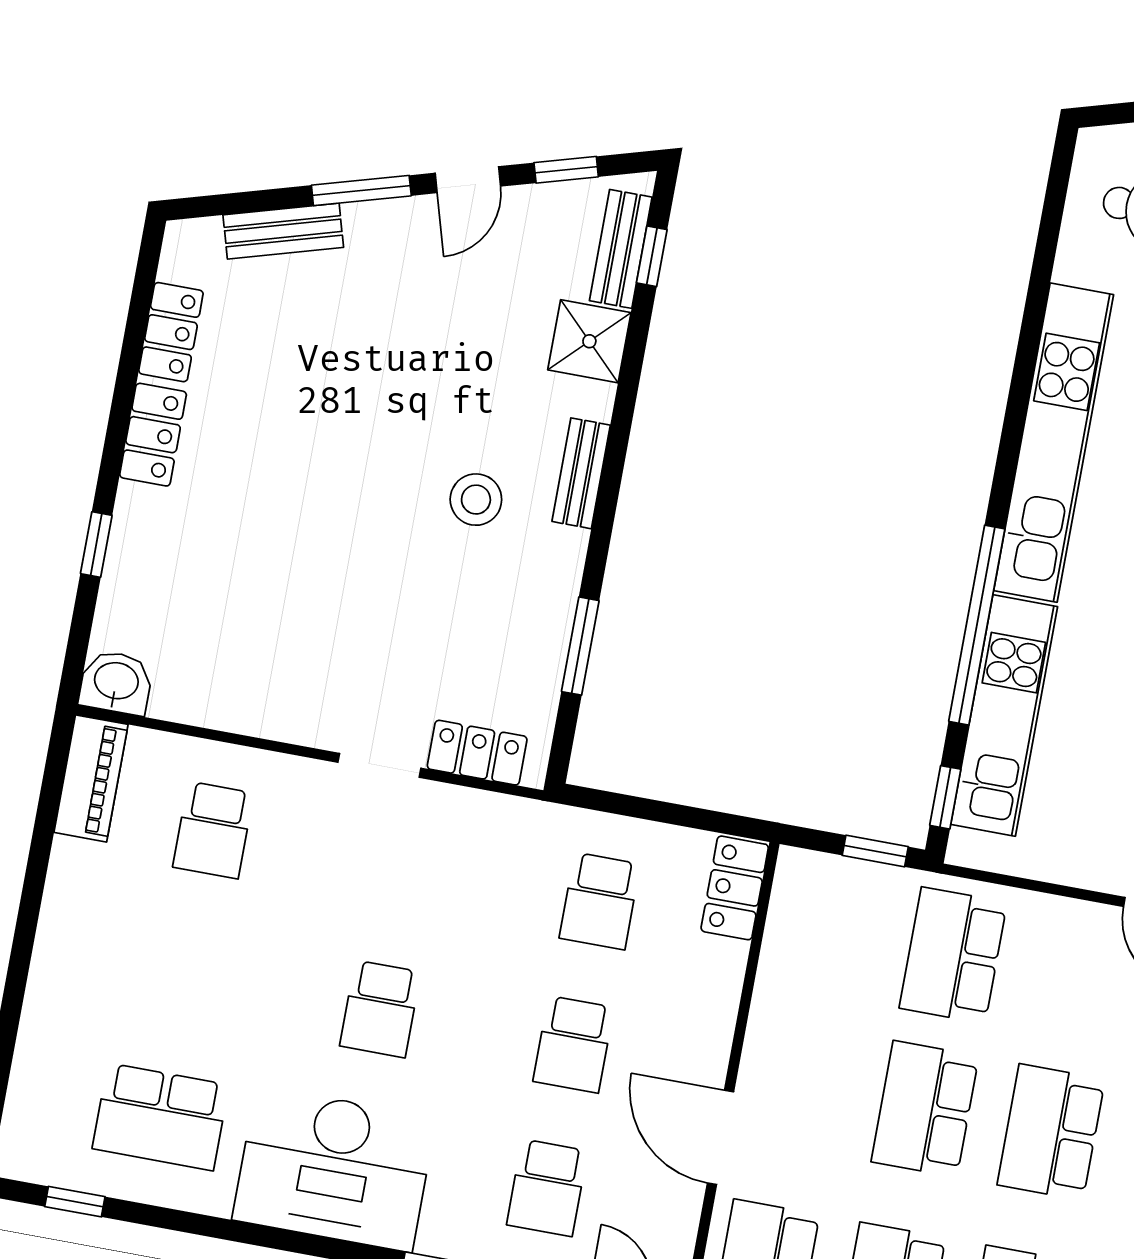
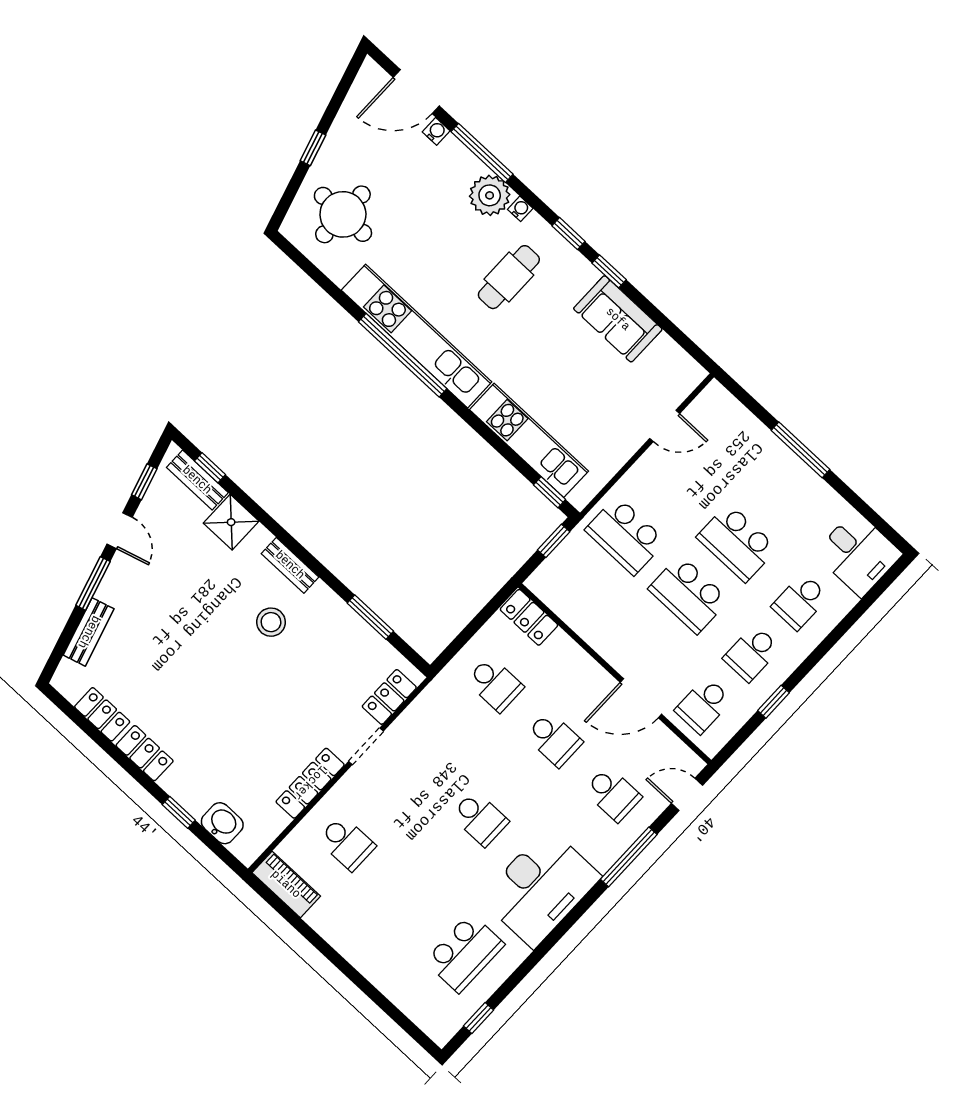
window: (977, 625) -> (403, 355), moved
washbasin: (116, 682) -> (222, 823), moved, turned 90
locker: (269, 716) -> (310, 783), added

